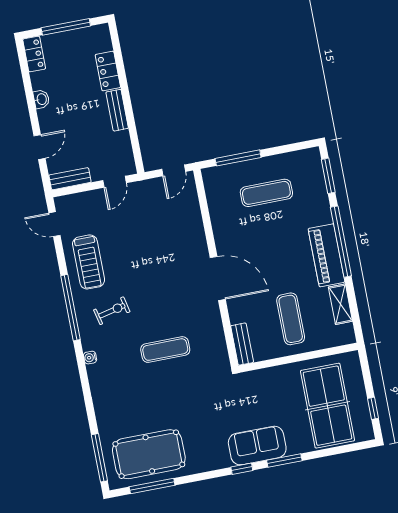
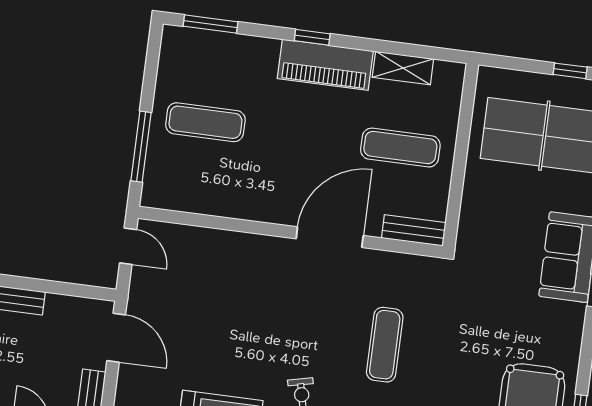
door: (115, 182) -> (116, 338), width x1.37
exercise mat: (266, 193) -> (205, 122), turned 90
window: (341, 242) -> (312, 37), width x0.32
door: (218, 278) -> (330, 237), moved

